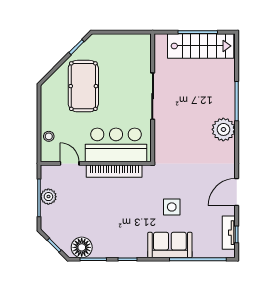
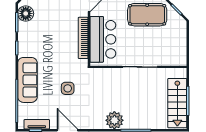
side table: (172, 207) -> (68, 88), moved
sofa: (170, 245) -> (27, 80), width x1.36

